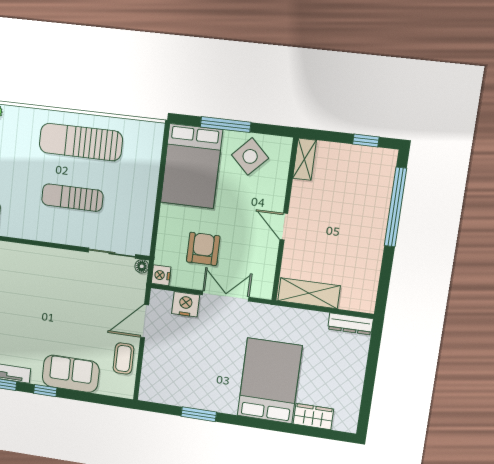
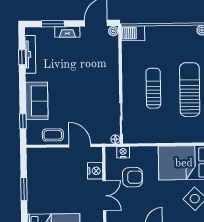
nightstand: (161, 275) -> (123, 152), moved
window: (45, 391) -> (23, 121), moved

